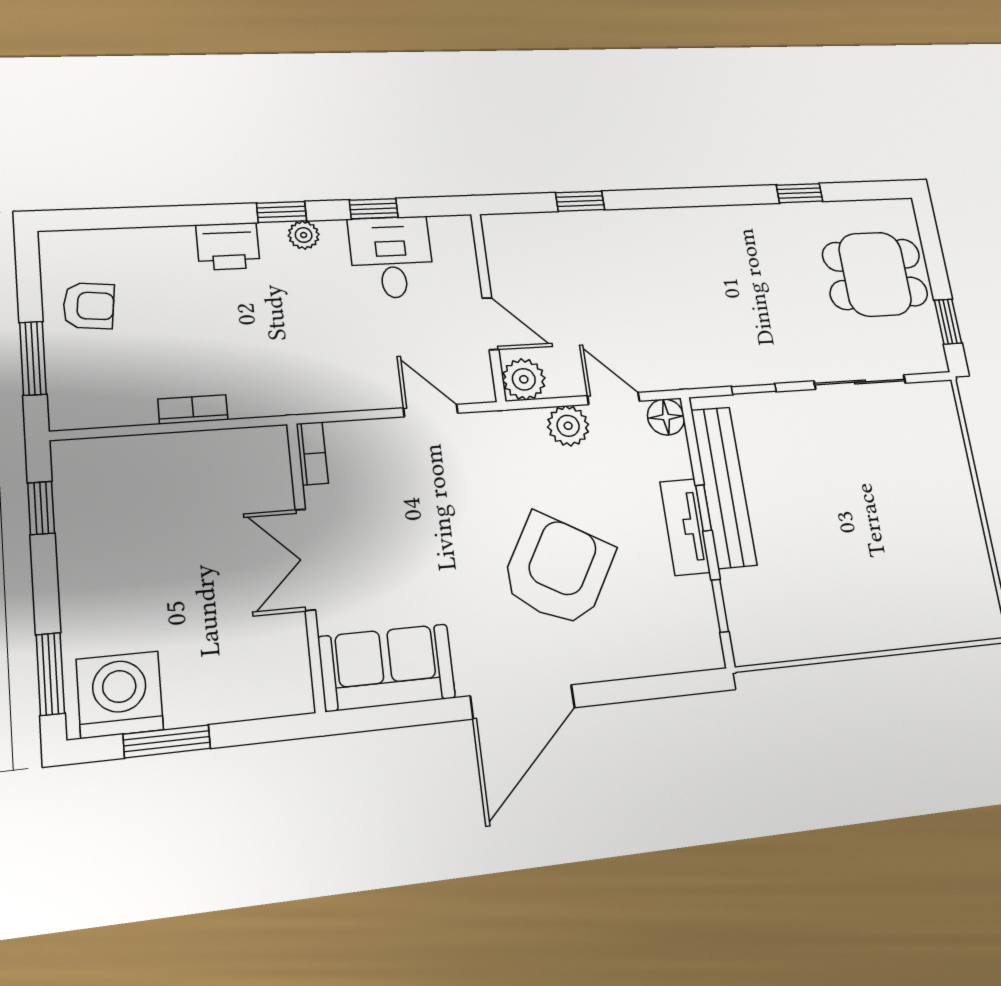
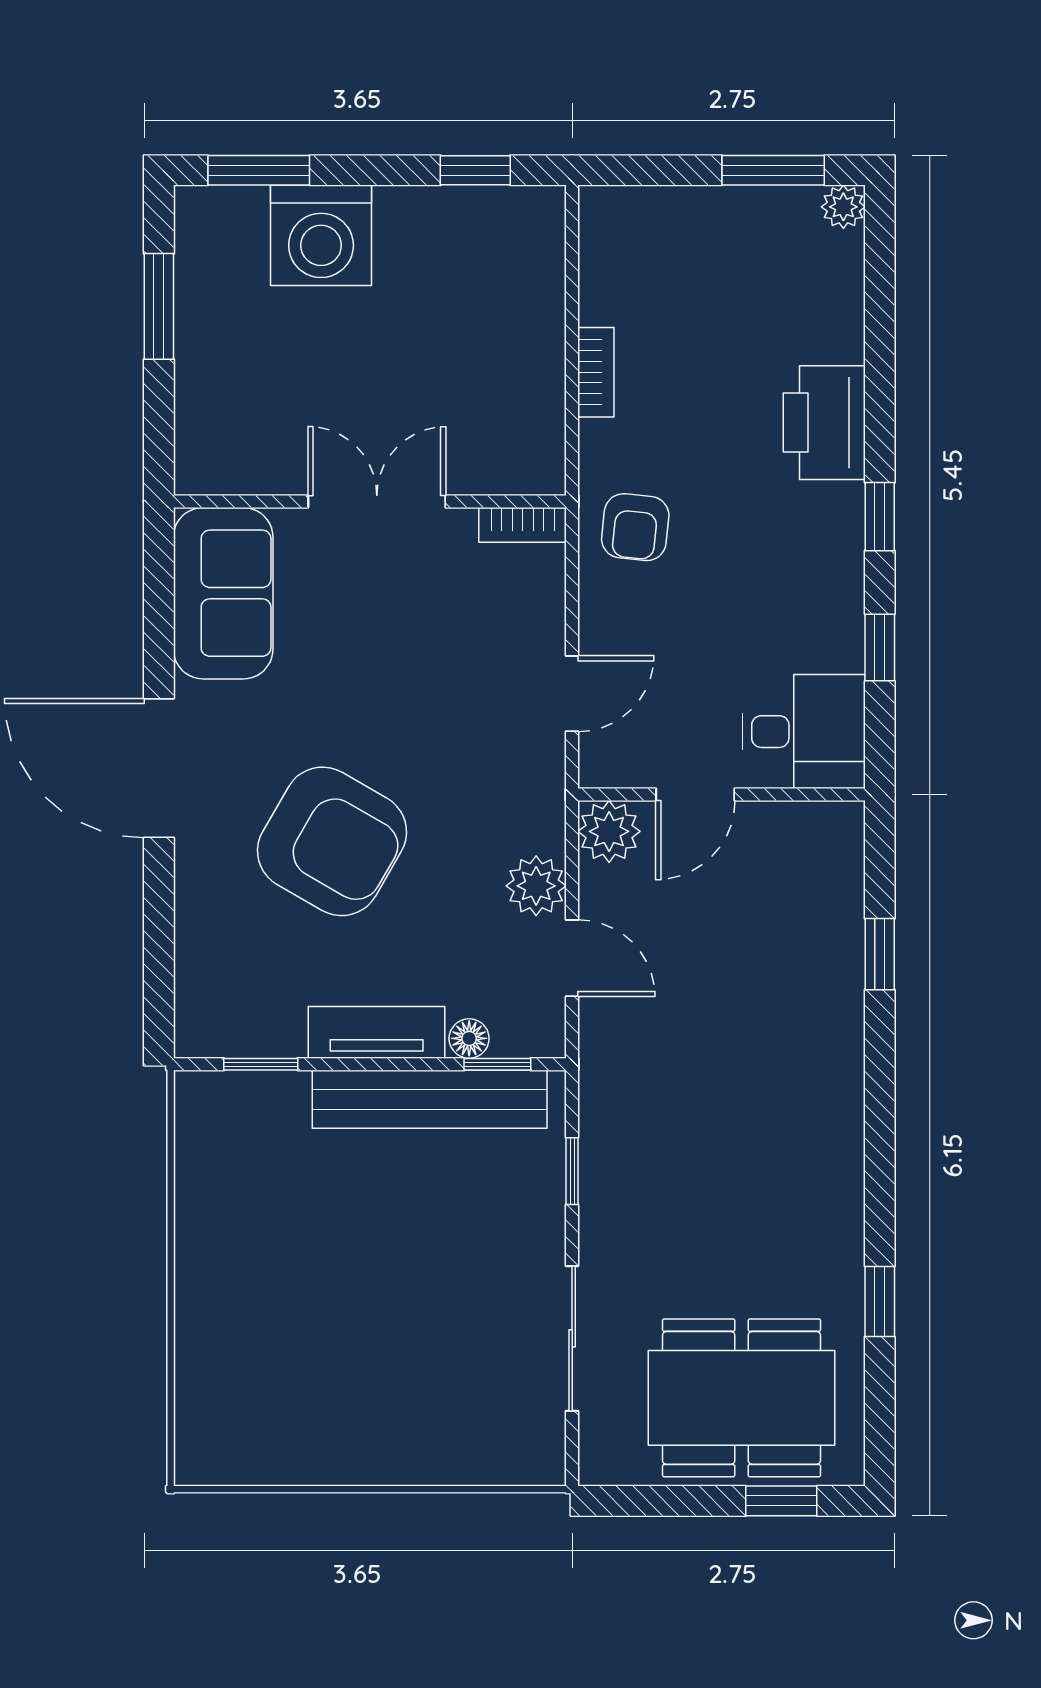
plant: (304, 235) -> (843, 207), moved
printer: (228, 246) -> (824, 423), width x1.37, depth x1.19
desk: (391, 257) -> (804, 732), moved
dining table: (875, 274) -> (742, 1398), width x1.38
armchair: (89, 306) -> (635, 527), moved
window: (948, 322) -> (781, 1501), moved
window: (33, 358) -> (773, 170), moved
door: (614, 398) -> (572, 958), hinge flipped
floor lamp: (666, 417) -> (469, 1038), moved, width x0.73, depth x0.73
window: (704, 508) -> (497, 1064), moved
washing machine: (120, 694) -> (321, 235), moved, turned 90

